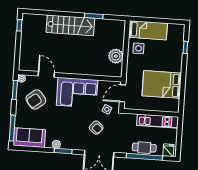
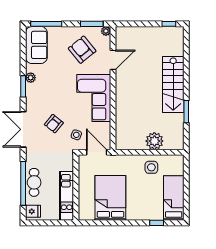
bed: (148, 30) -> (174, 198), moved, turned 180
plant: (116, 56) -> (154, 141), moved

